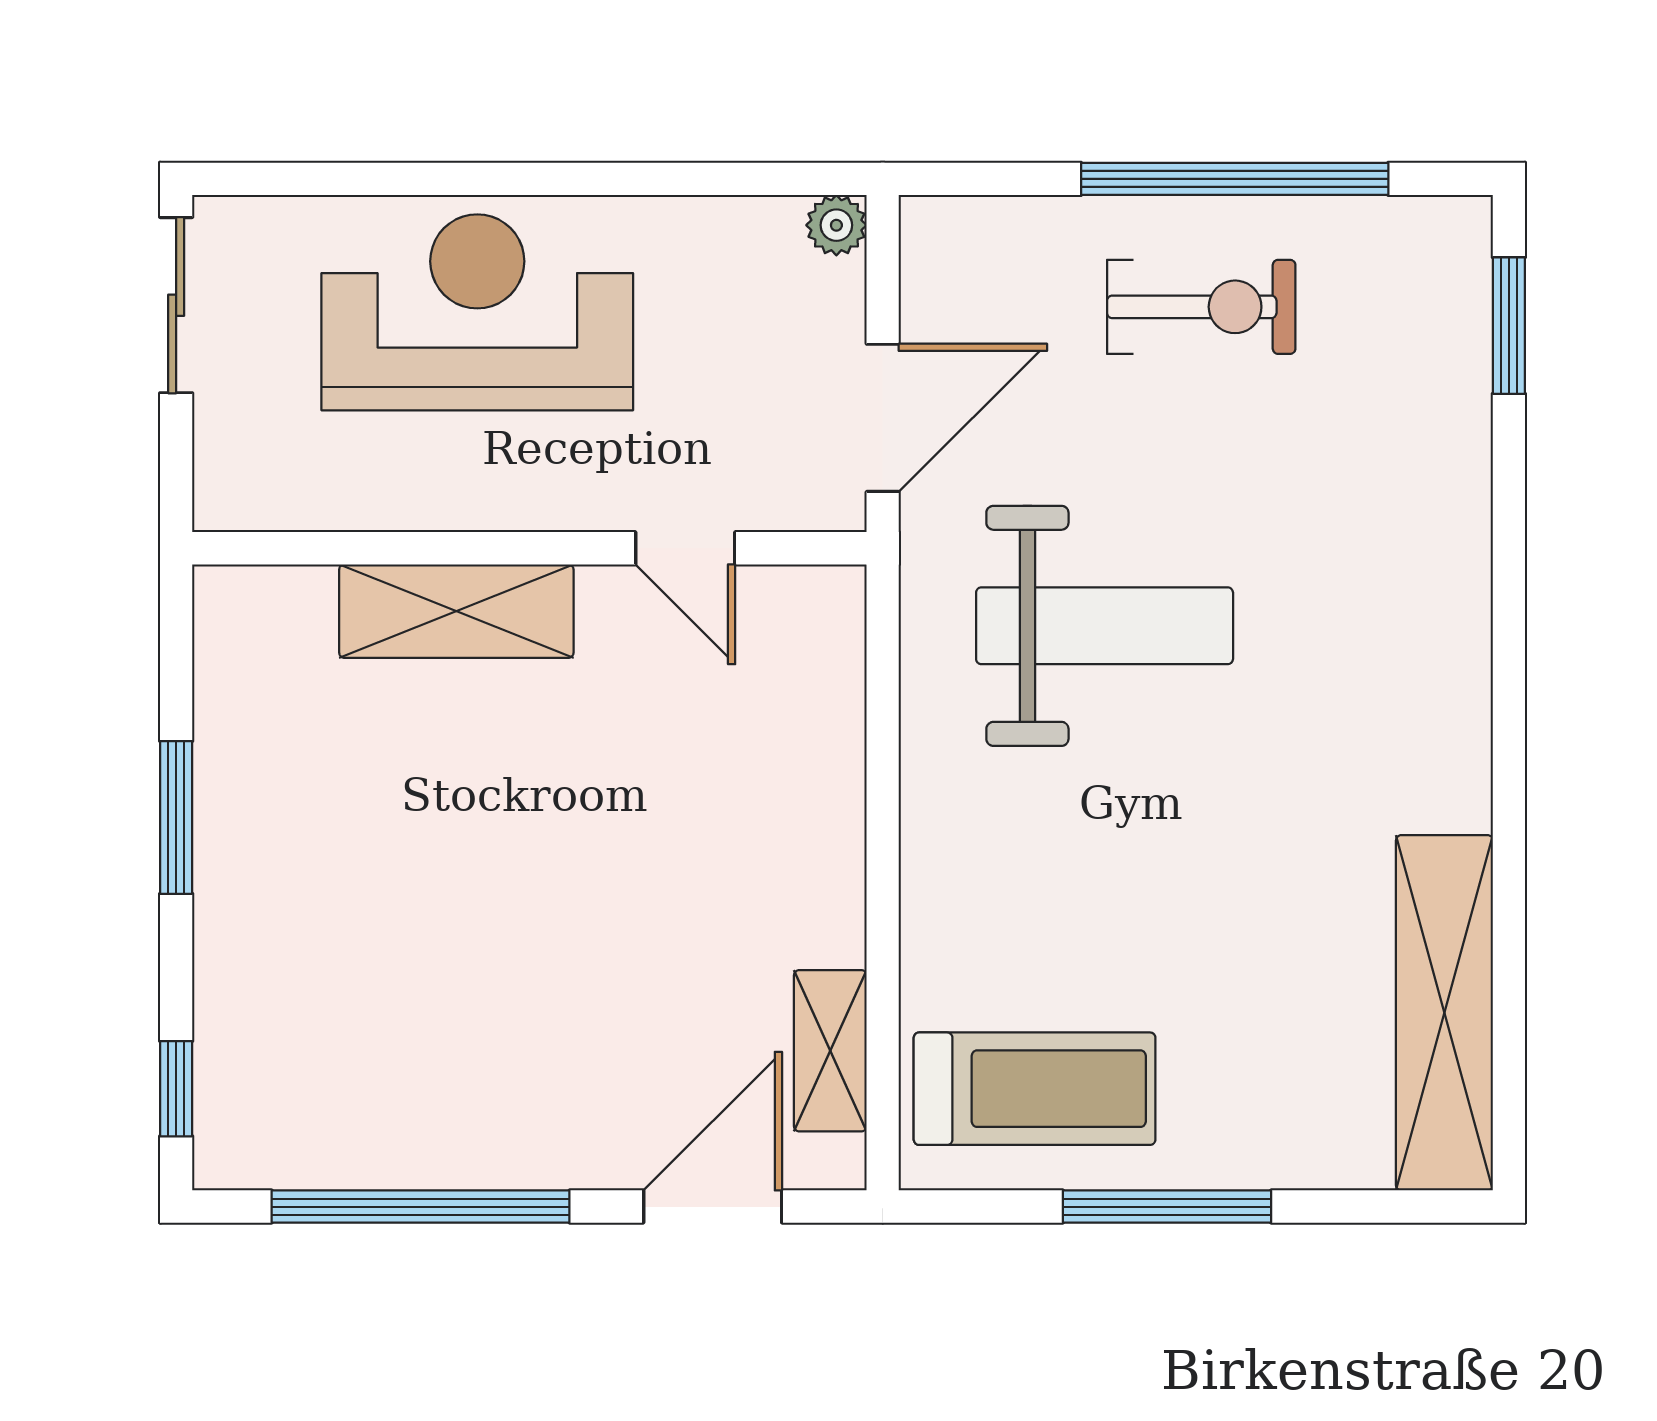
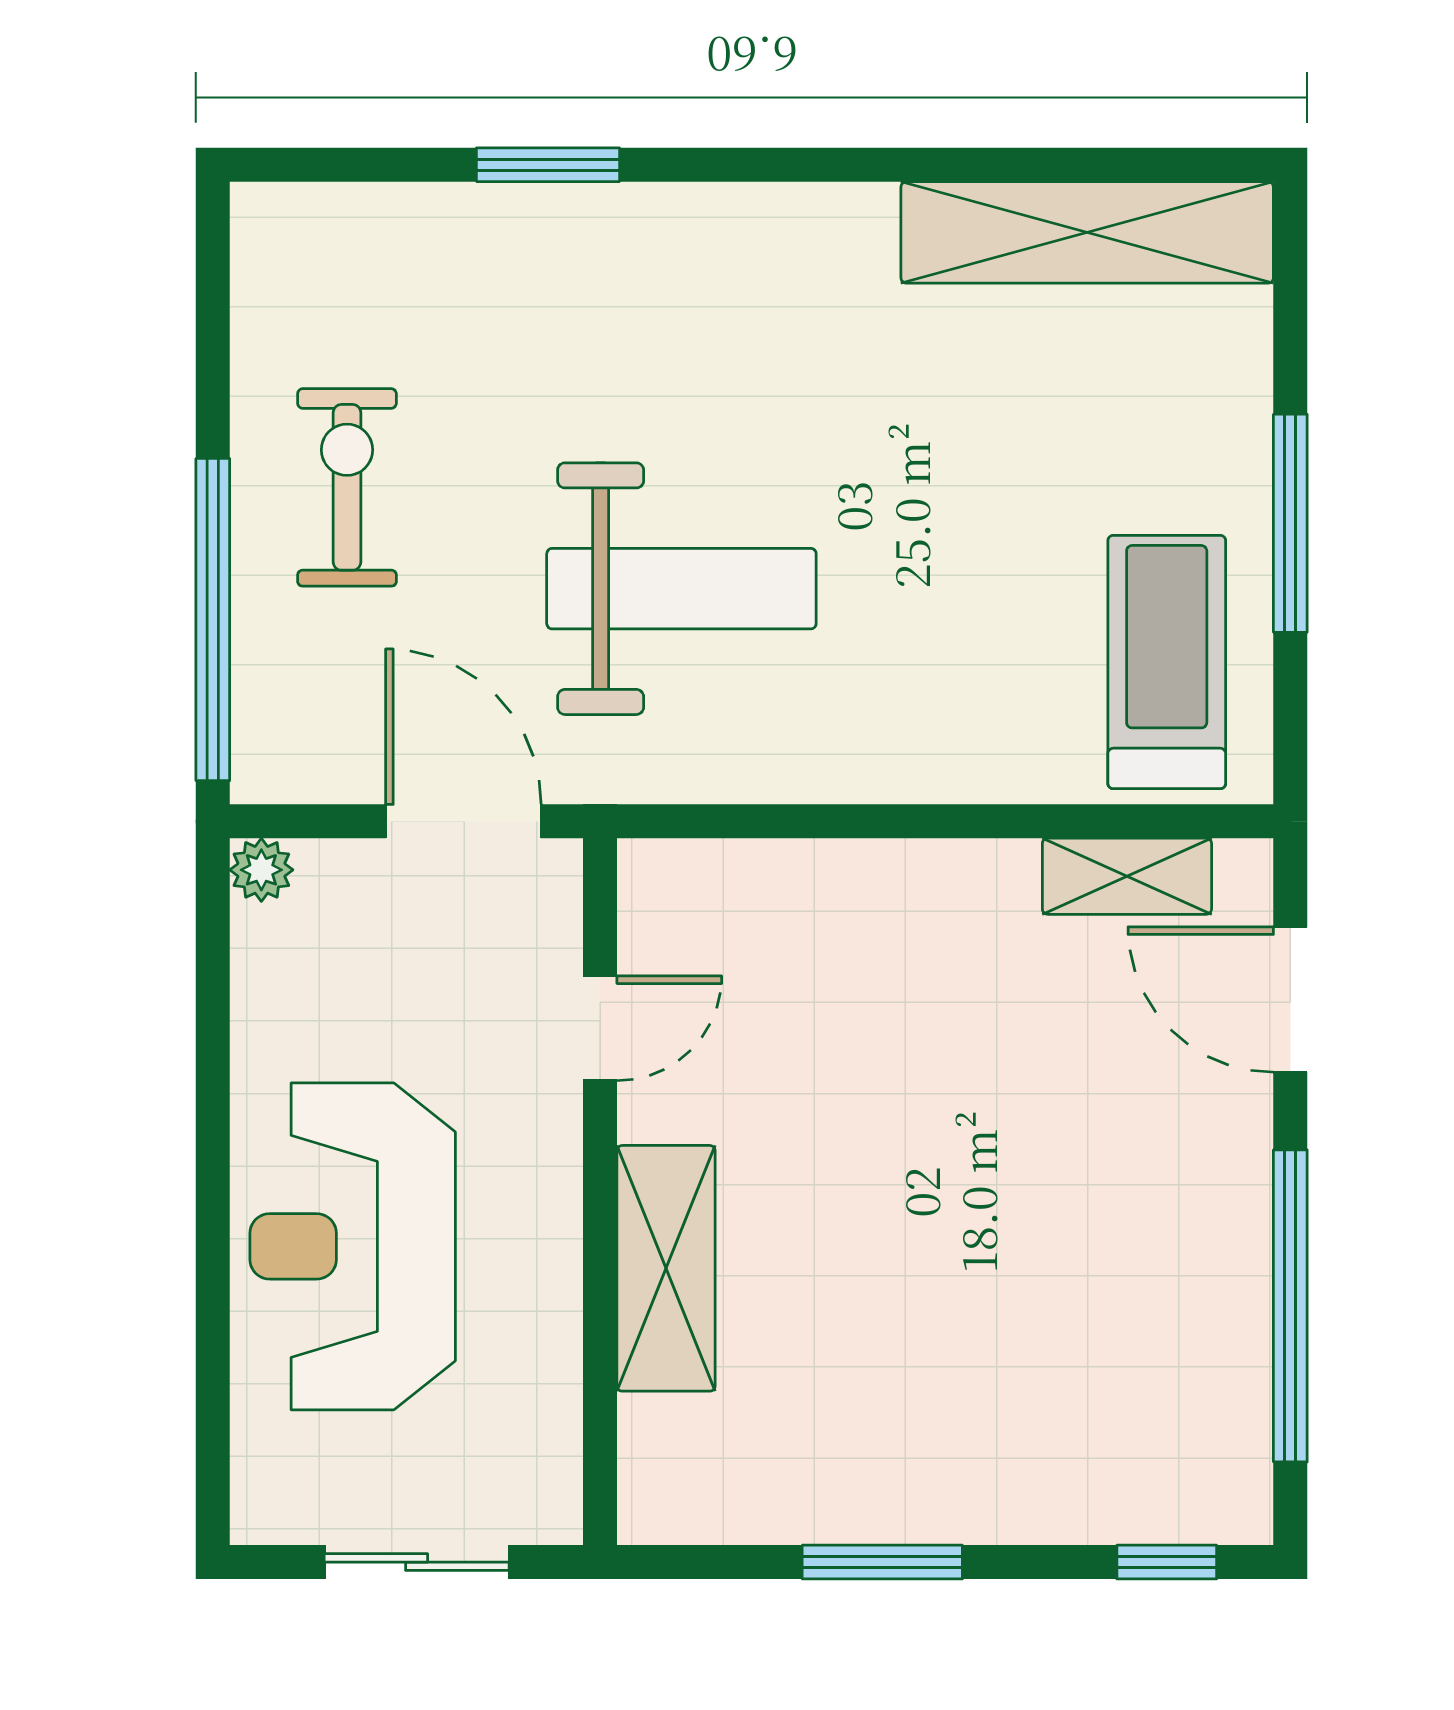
window: (1235, 179) -> (213, 620), moved
sliding door: (176, 305) -> (417, 1562), moved
window: (1509, 326) -> (548, 165), moved
weight bench: (1105, 626) -> (681, 589), turned 90

